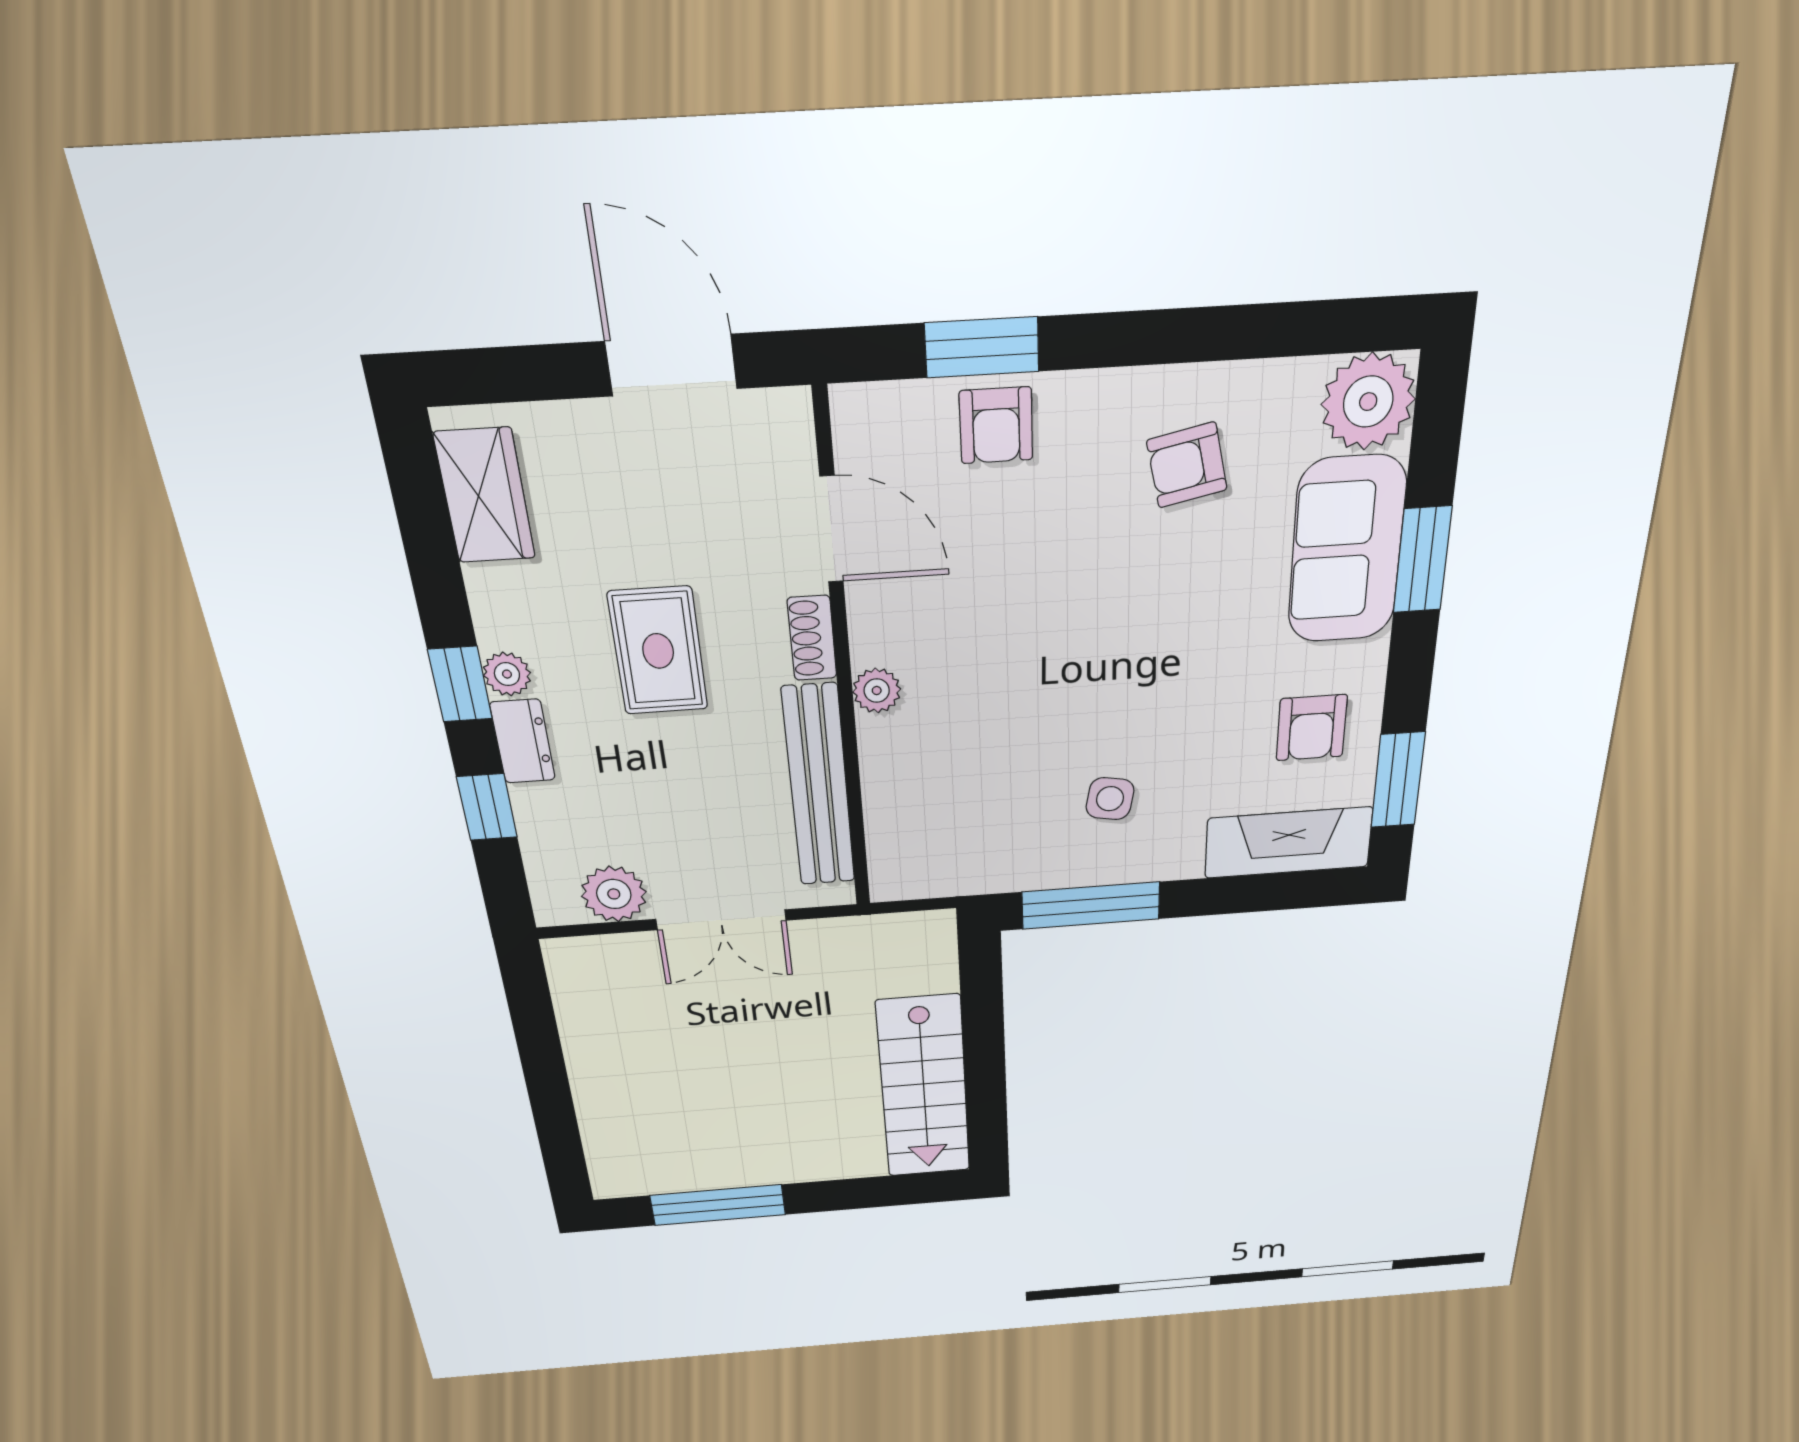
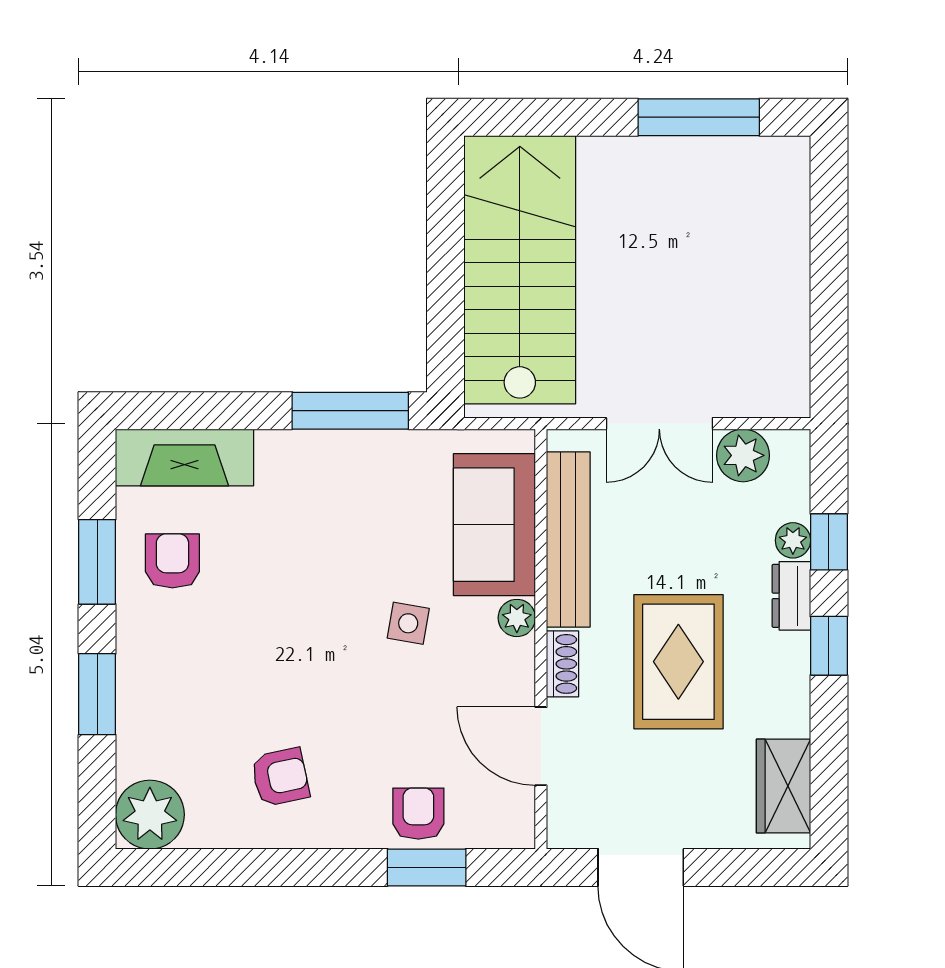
sofa: (1347, 550) -> (494, 525), moved, turned 180
rug: (658, 651) -> (678, 662), width x1.36, depth x1.43
plant: (507, 674) -> (793, 540), moved
window: (1398, 780) -> (97, 562), moved
side table: (1110, 799) -> (408, 623), moved
double door: (721, 920) -> (659, 424), swing flipped
stairs: (924, 1087) -> (520, 270), width x1.36, depth x1.51

